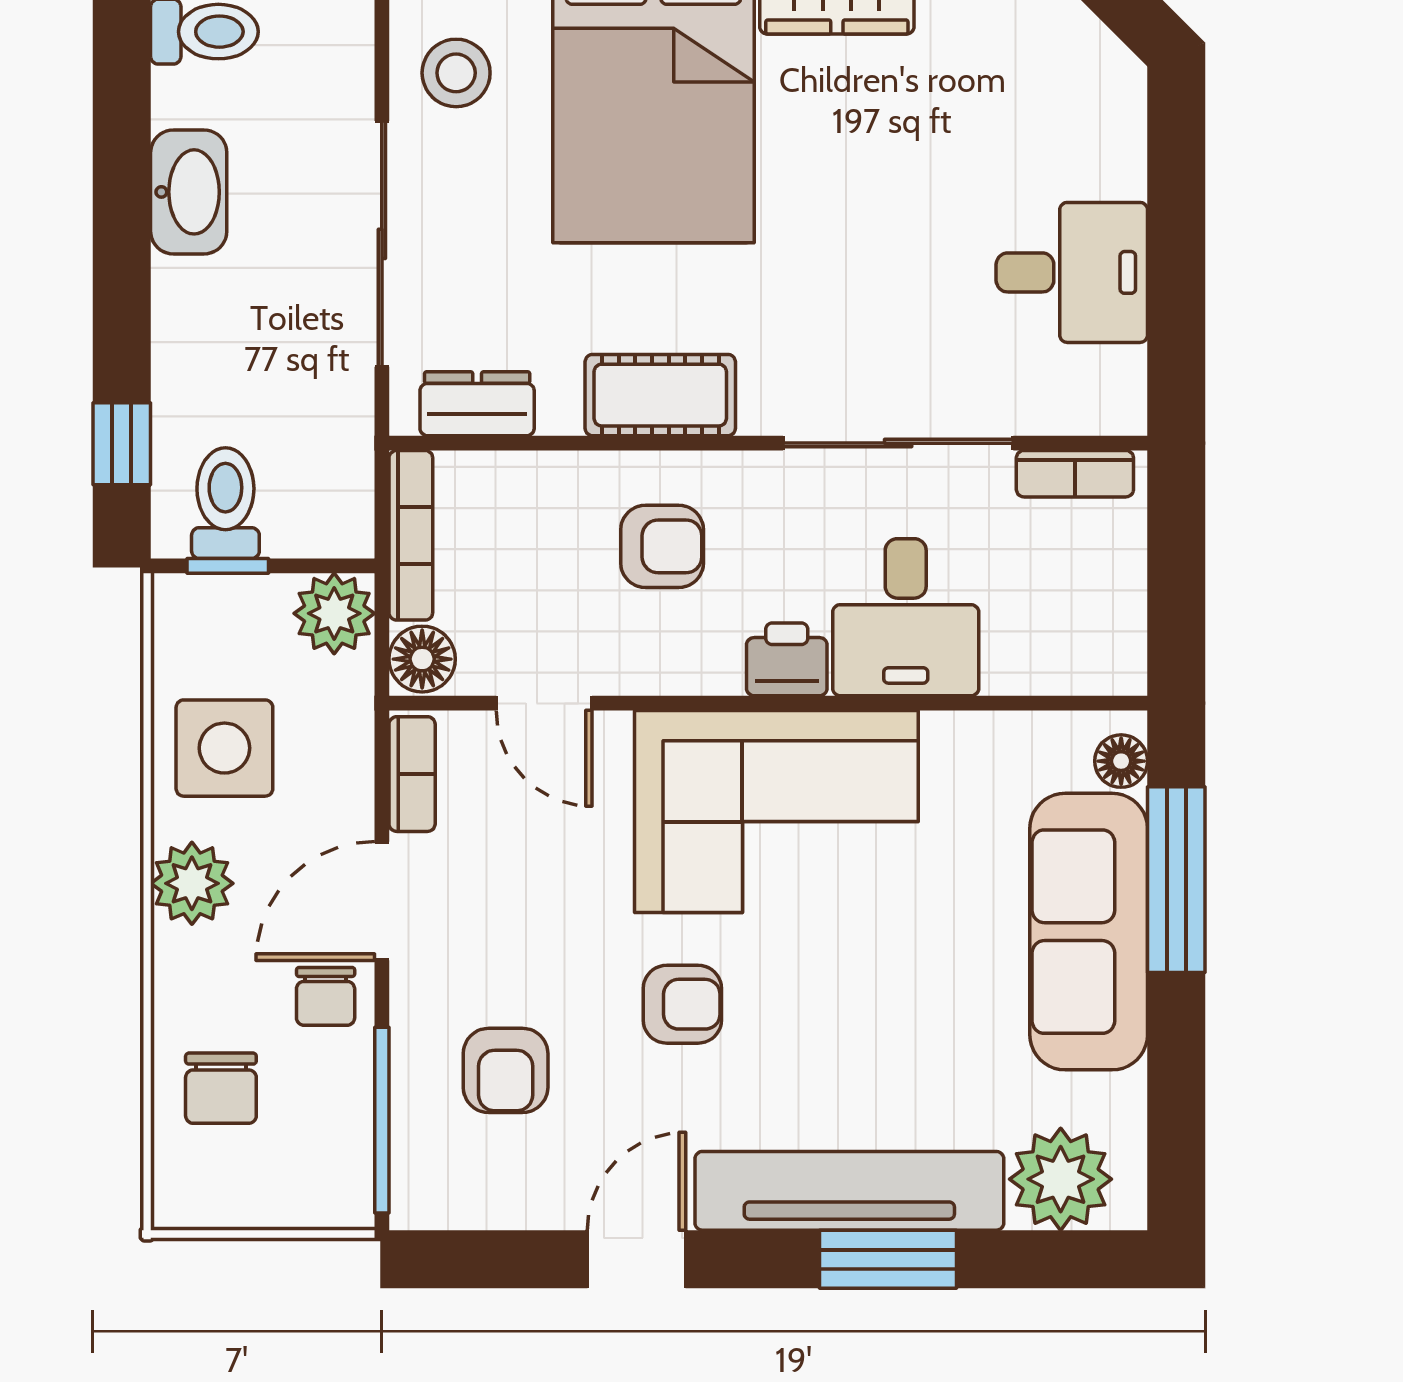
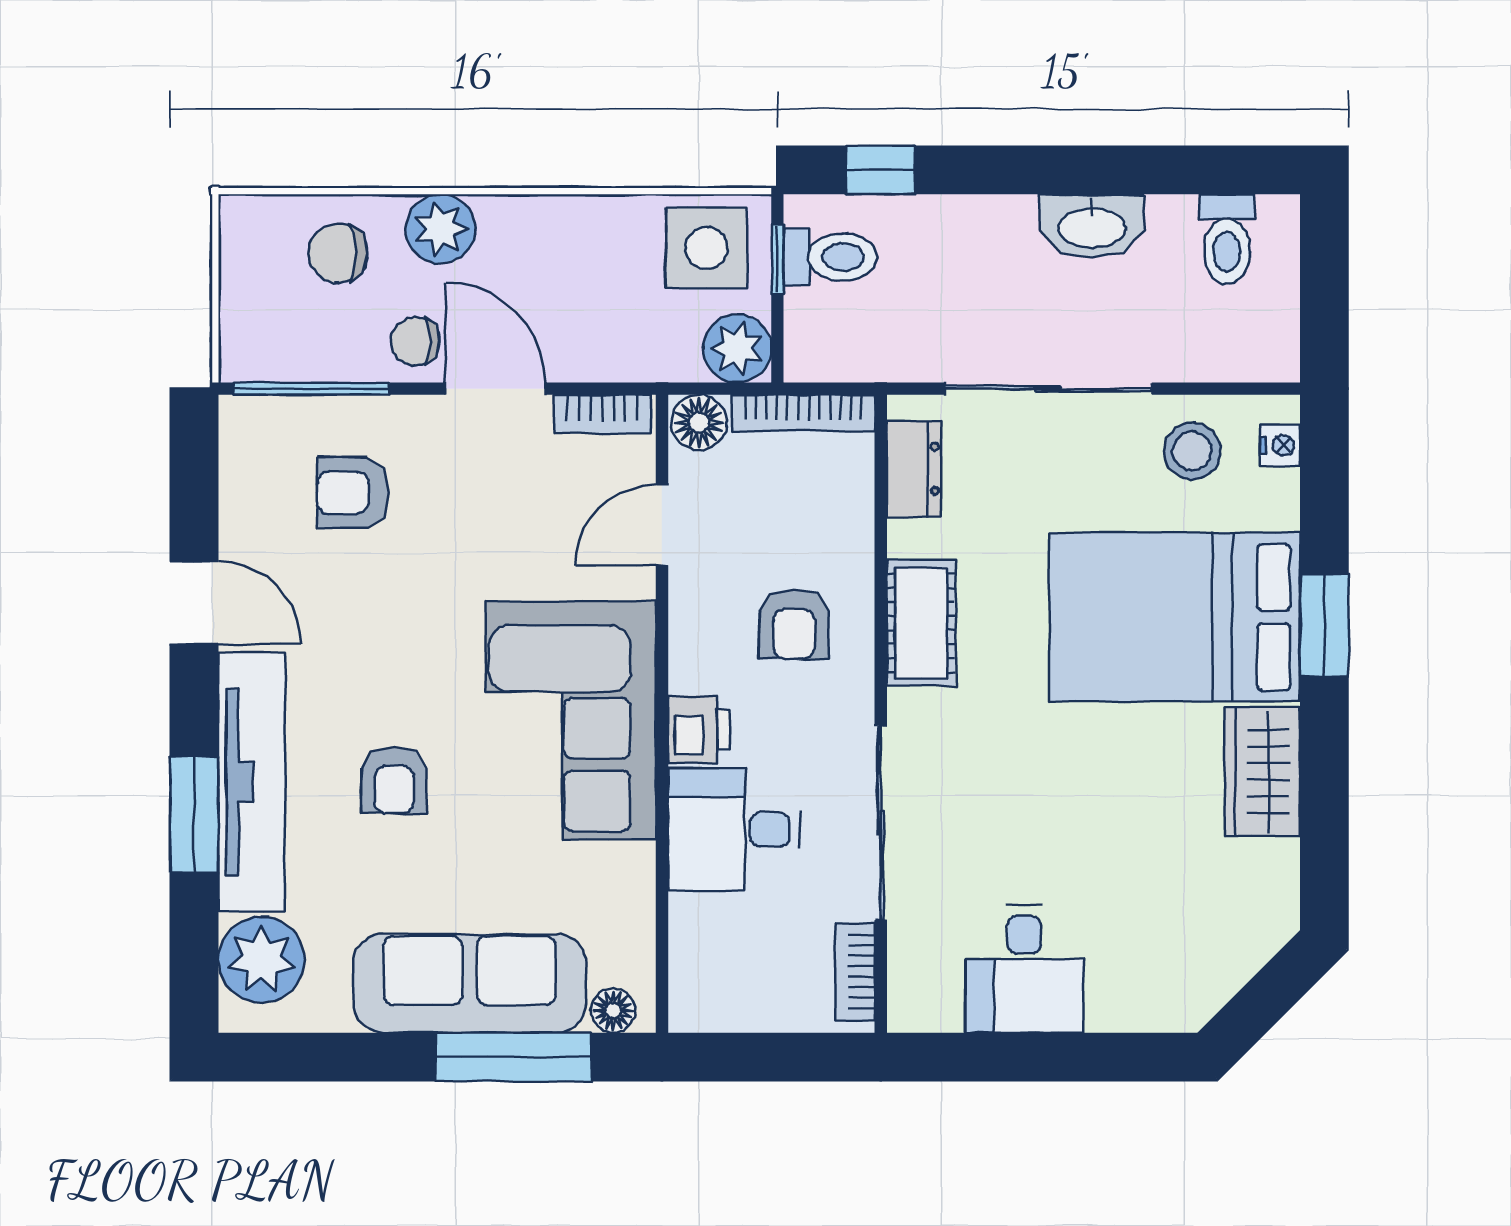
side table: (224, 748) -> (706, 248), moved
plant: (192, 883) -> (441, 229), moved
armchair: (682, 1004) -> (394, 780), moved

